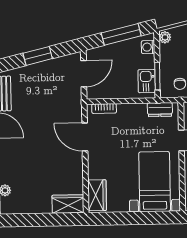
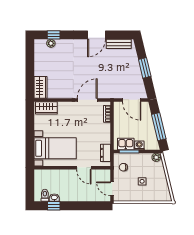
washing machine: (148, 47) -> (139, 145), moved

